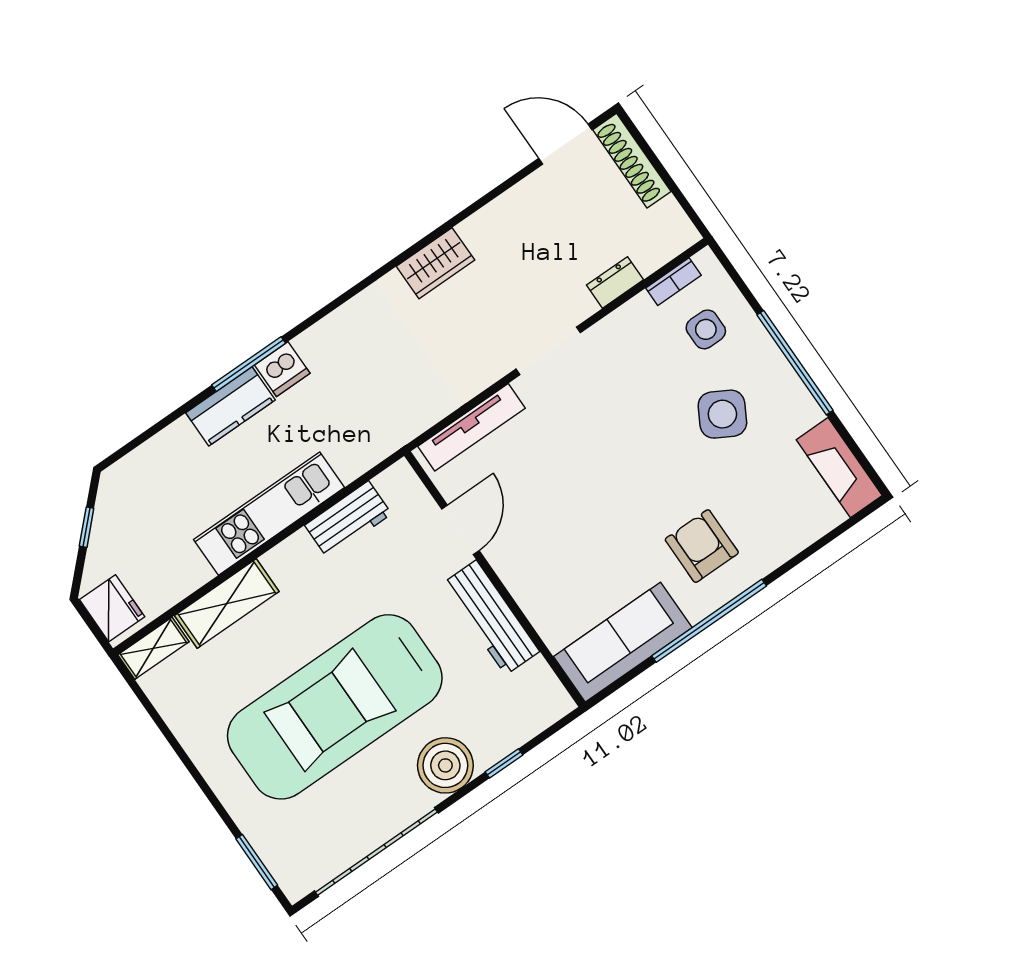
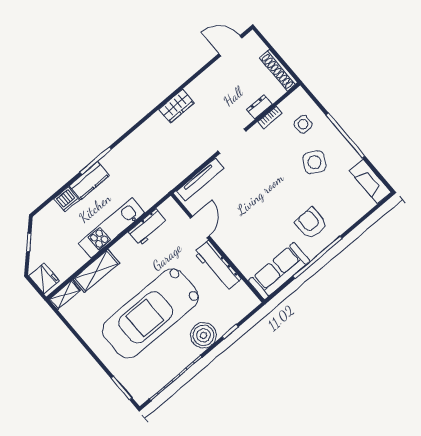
shoe rack: (632, 161) -> (279, 70), moved
bookcase: (673, 282) -> (270, 117), moved
dishwasher: (282, 369) -> (66, 199), moved

